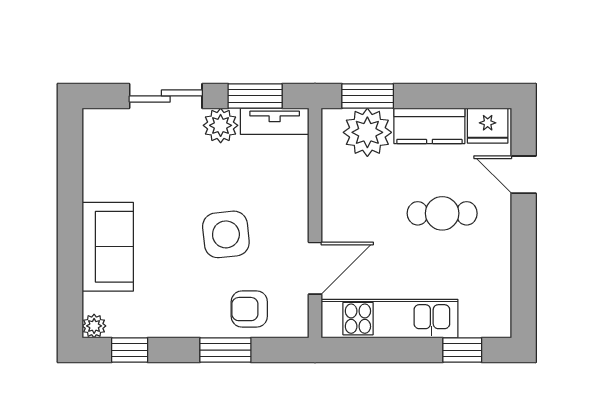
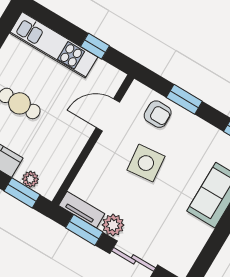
plant: (367, 132) -> (30, 179), width x0.53, depth x0.53
kitchen unit: (389, 319) -> (54, 45), moved
window: (462, 350) -> (95, 46), moved

